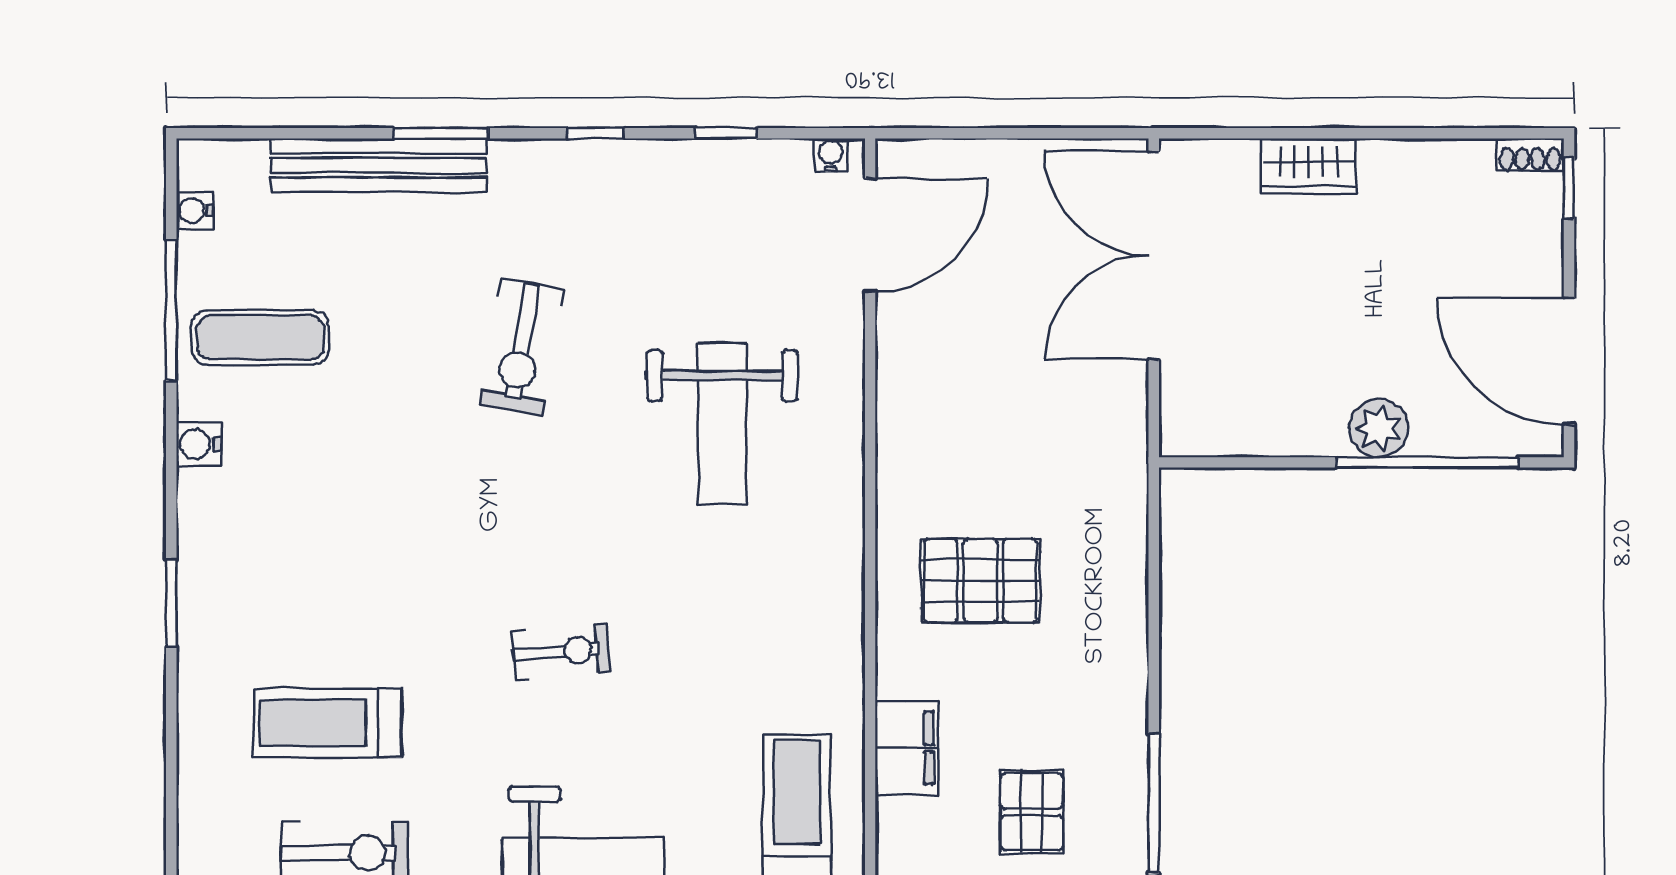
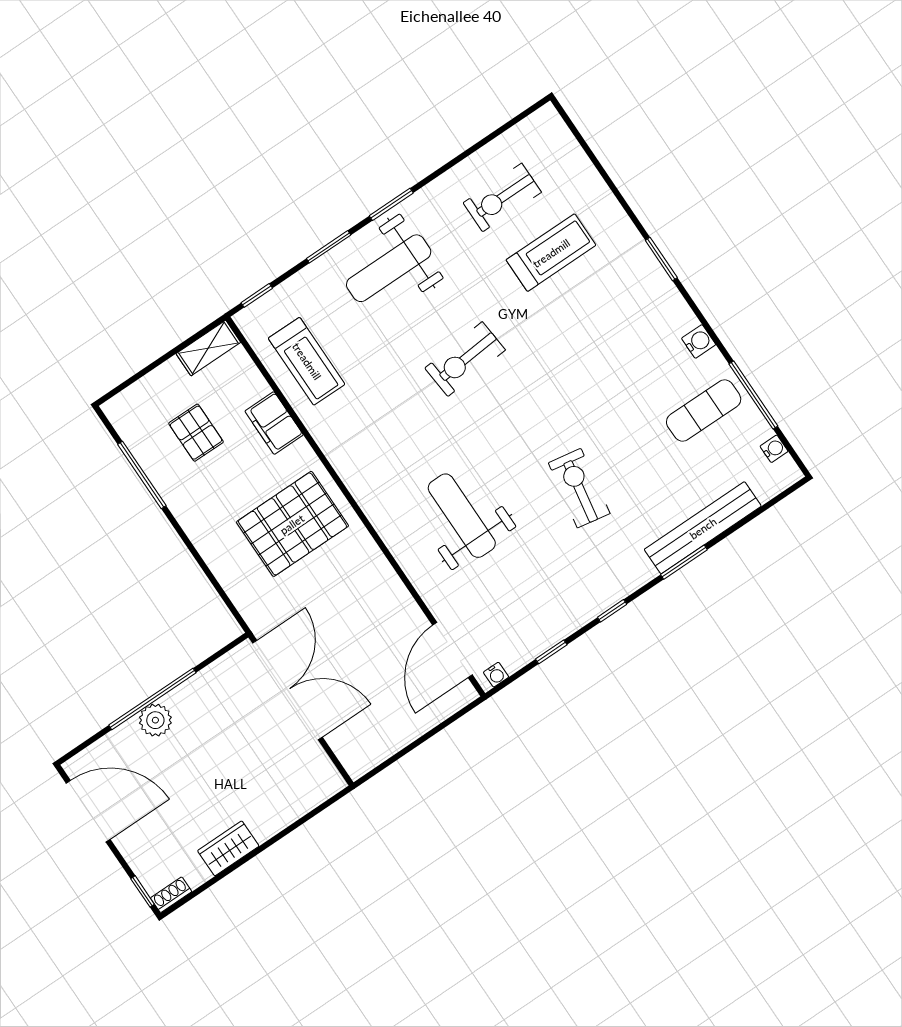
wardrobe: (1308, 166) -> (228, 848), moved
double door: (1154, 255) -> (287, 690), moved
window: (1428, 462) -> (152, 699), moved
pallet: (980, 581) -> (292, 524), width x1.37, depth x1.41
exercise bike: (561, 652) -> (465, 359), width x1.38, depth x1.39

